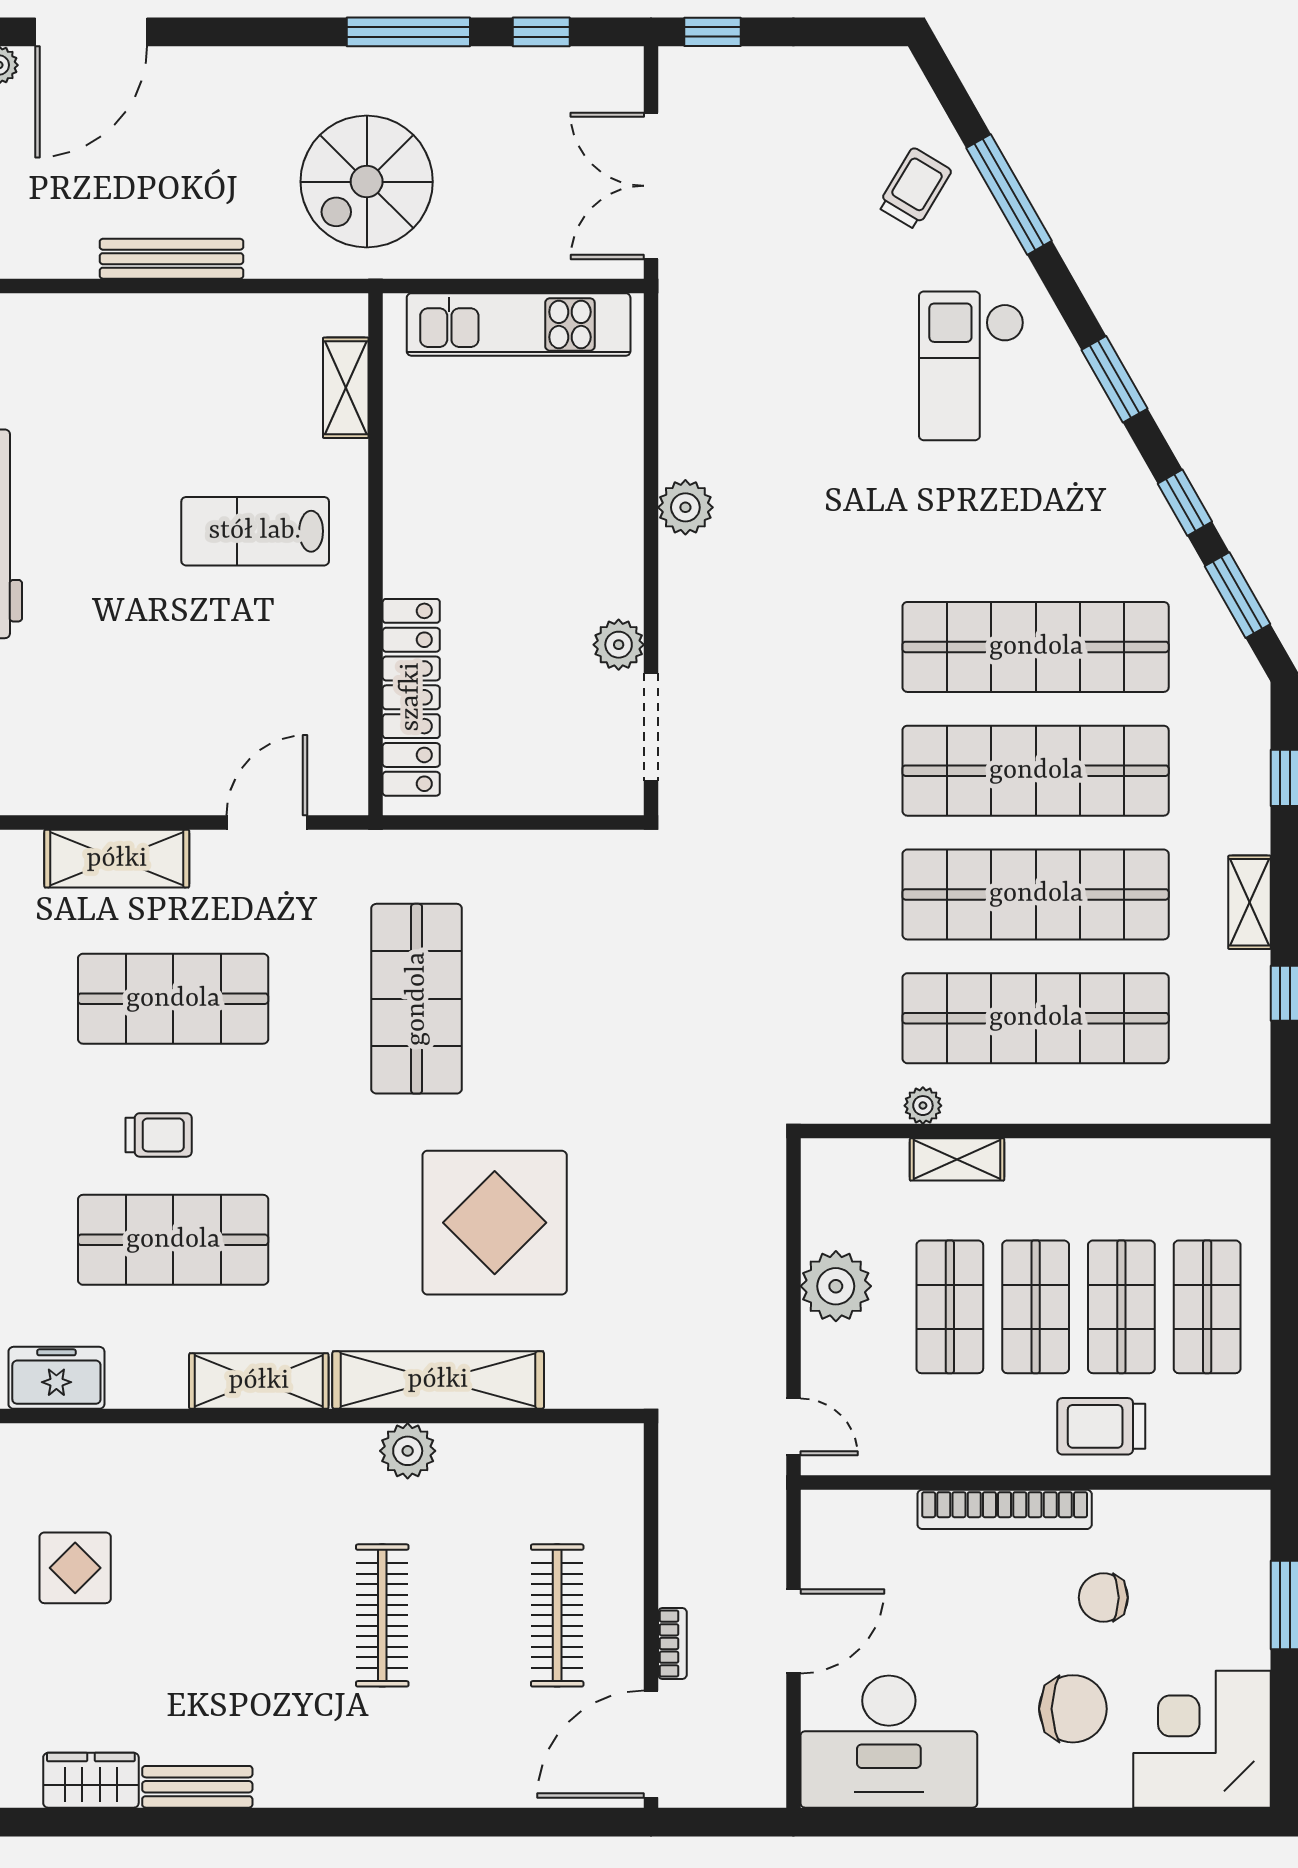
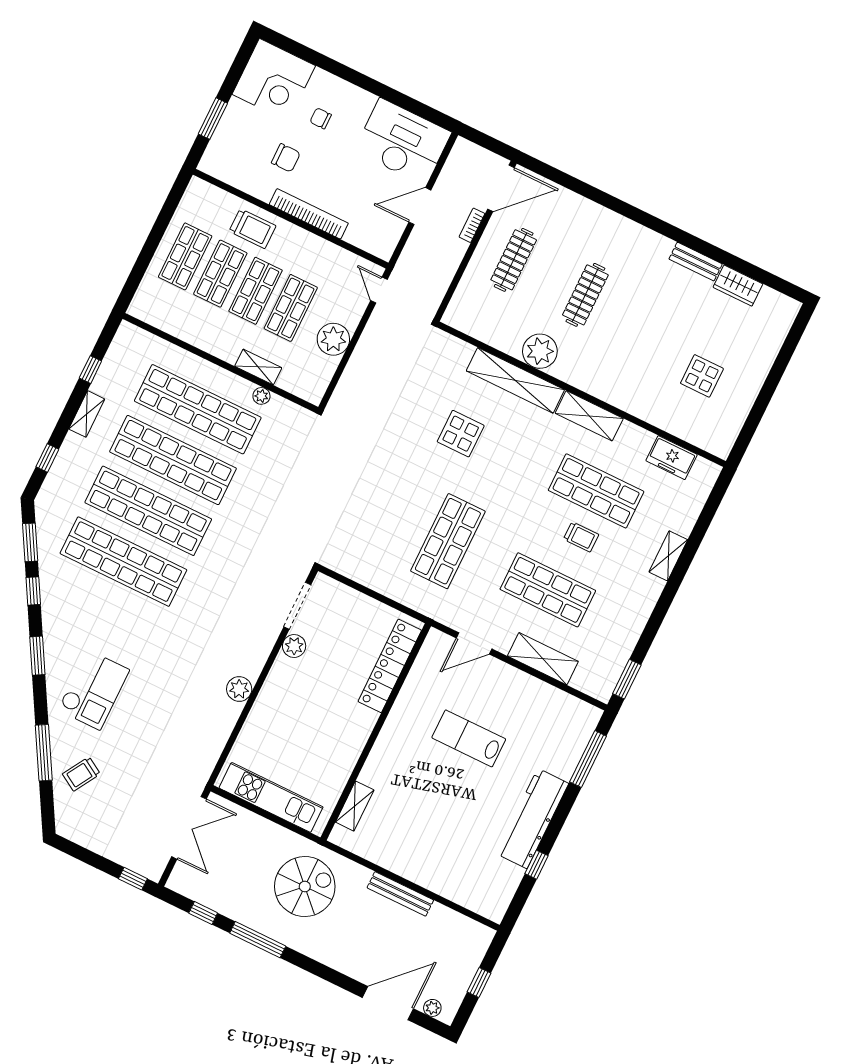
lab bench: (255, 531) -> (469, 738), moved, turned 180
trolley: (159, 1135) -> (581, 537), turned 180
display table: (495, 1223) -> (461, 434), width x0.54, depth x0.54
plant: (408, 1451) -> (540, 351), width x1.36, depth x1.36
chair: (1073, 1709) -> (321, 118), width x0.54, depth x0.54

